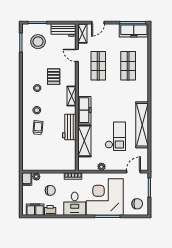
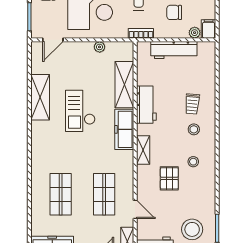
shelving: (142, 125) -> (40, 97), width x0.68
checkout: (115, 136) -> (80, 111), moved
workbench: (50, 165) -> (174, 50), added

